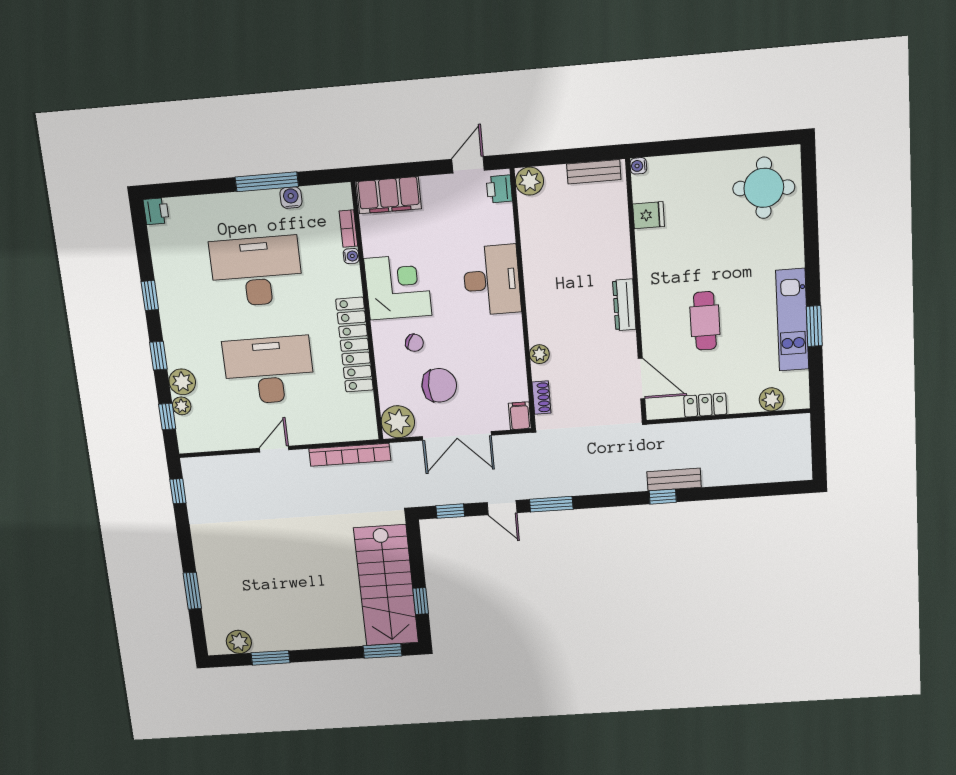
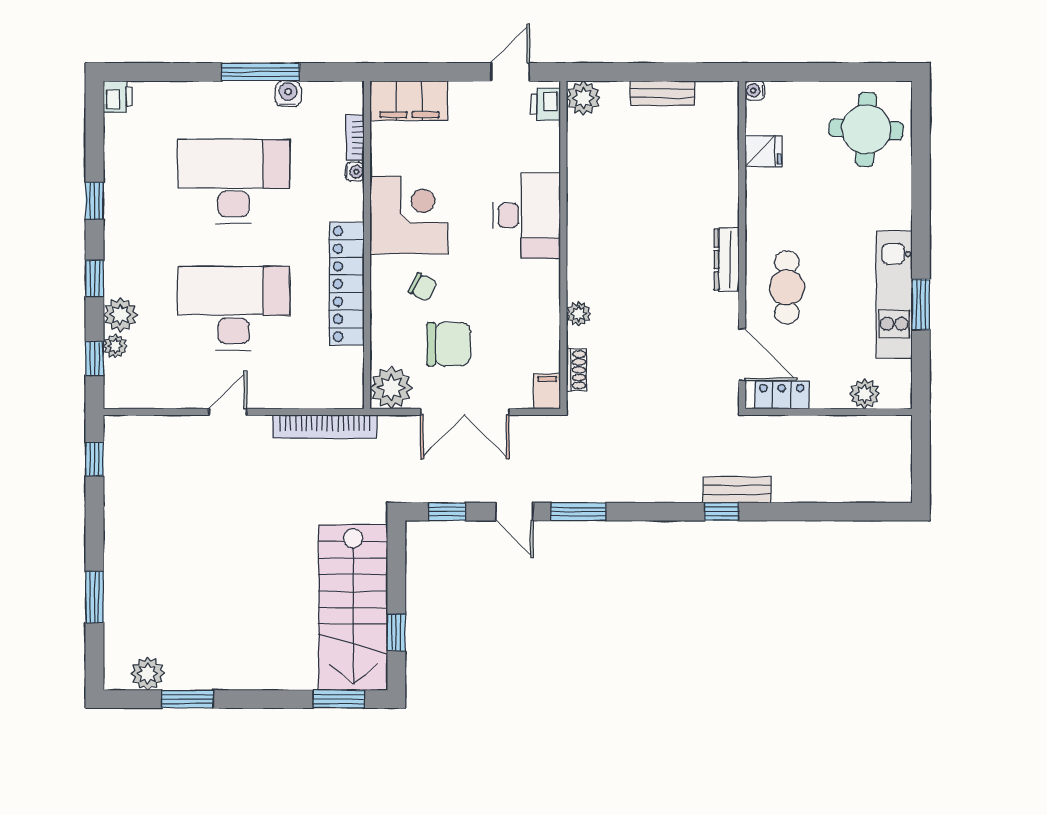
water cooler: (638, 166) -> (755, 90), moved
fridge: (649, 215) -> (763, 151), moved
wall: (636, 292) -> (742, 245), moved
dresser: (624, 305) -> (727, 260), moved
door: (642, 379) -> (742, 355), moved

